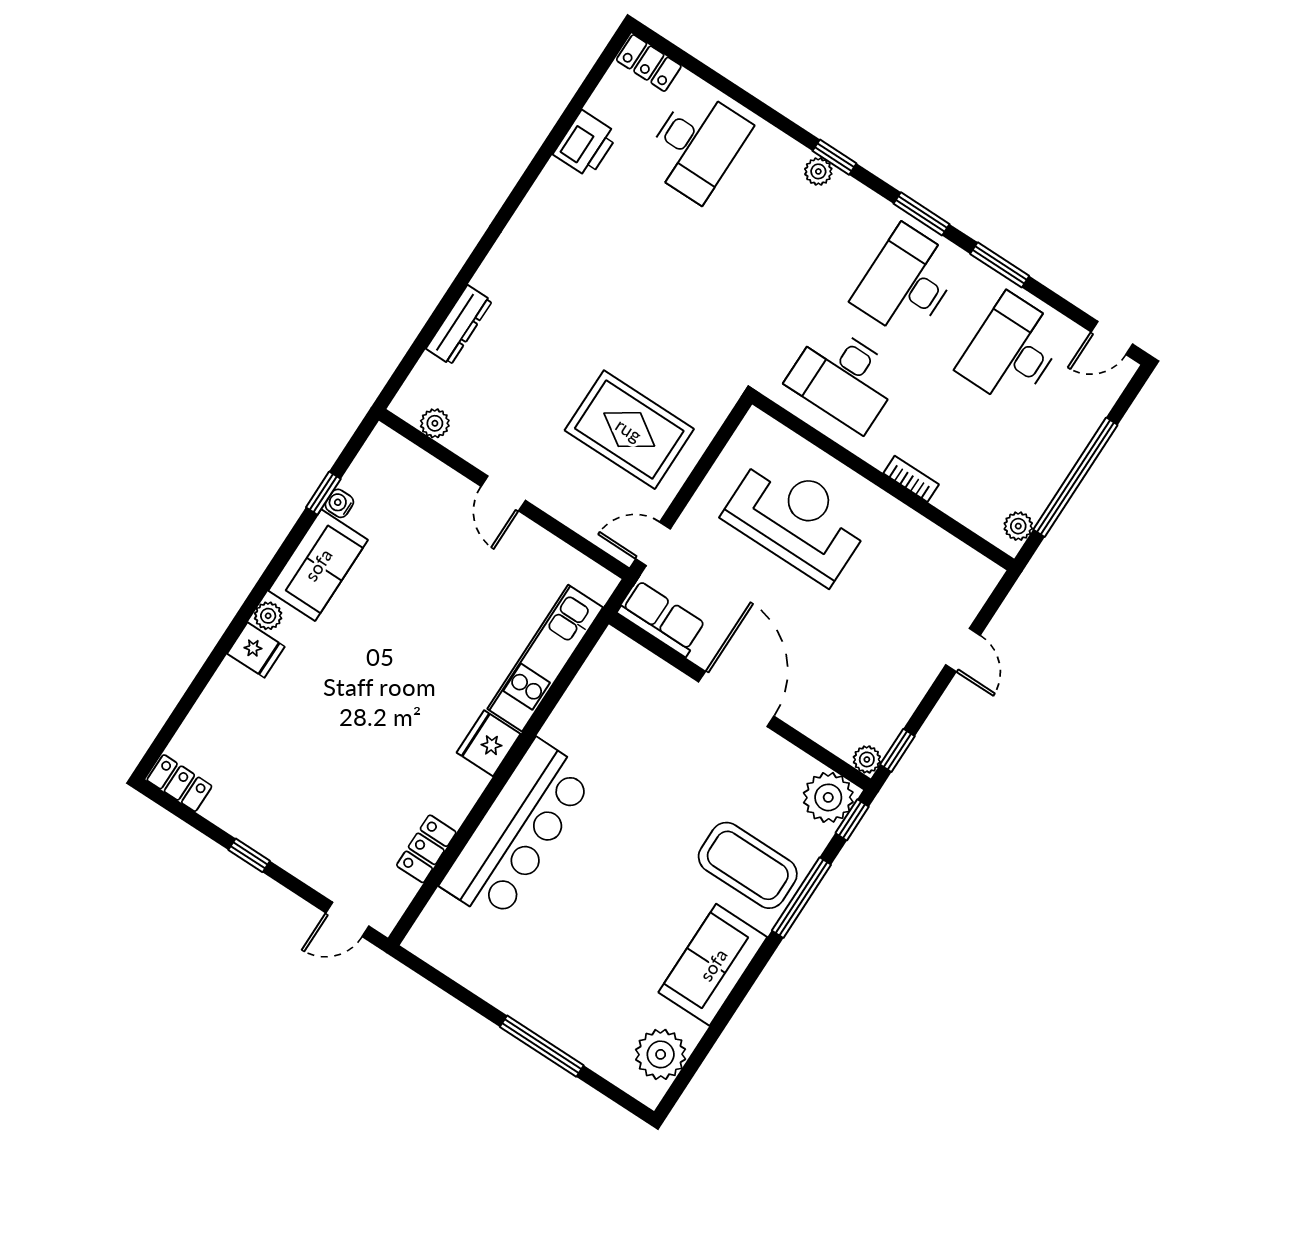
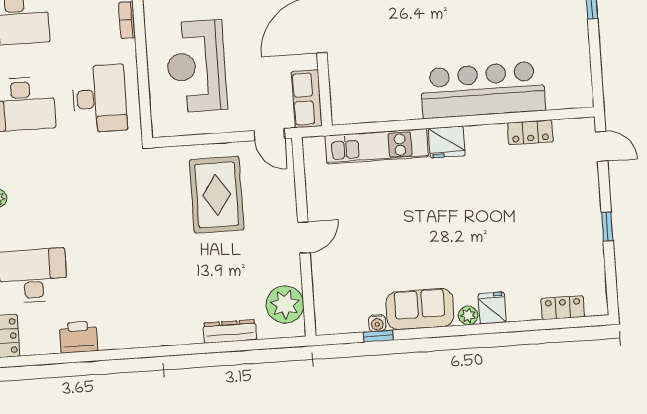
plant: (435, 423) -> (285, 305), width x1.88, depth x1.88
locker: (179, 783) -> (563, 308), moved, turned 90

